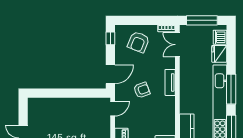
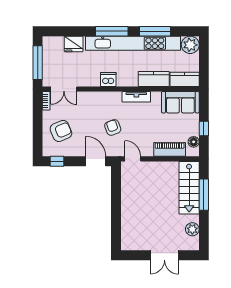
dishwasher: (220, 37) -> (108, 79), moved, turned 180
armchair: (138, 42) -> (61, 131), turned -45
tv unit: (170, 82) -> (136, 97), moved

